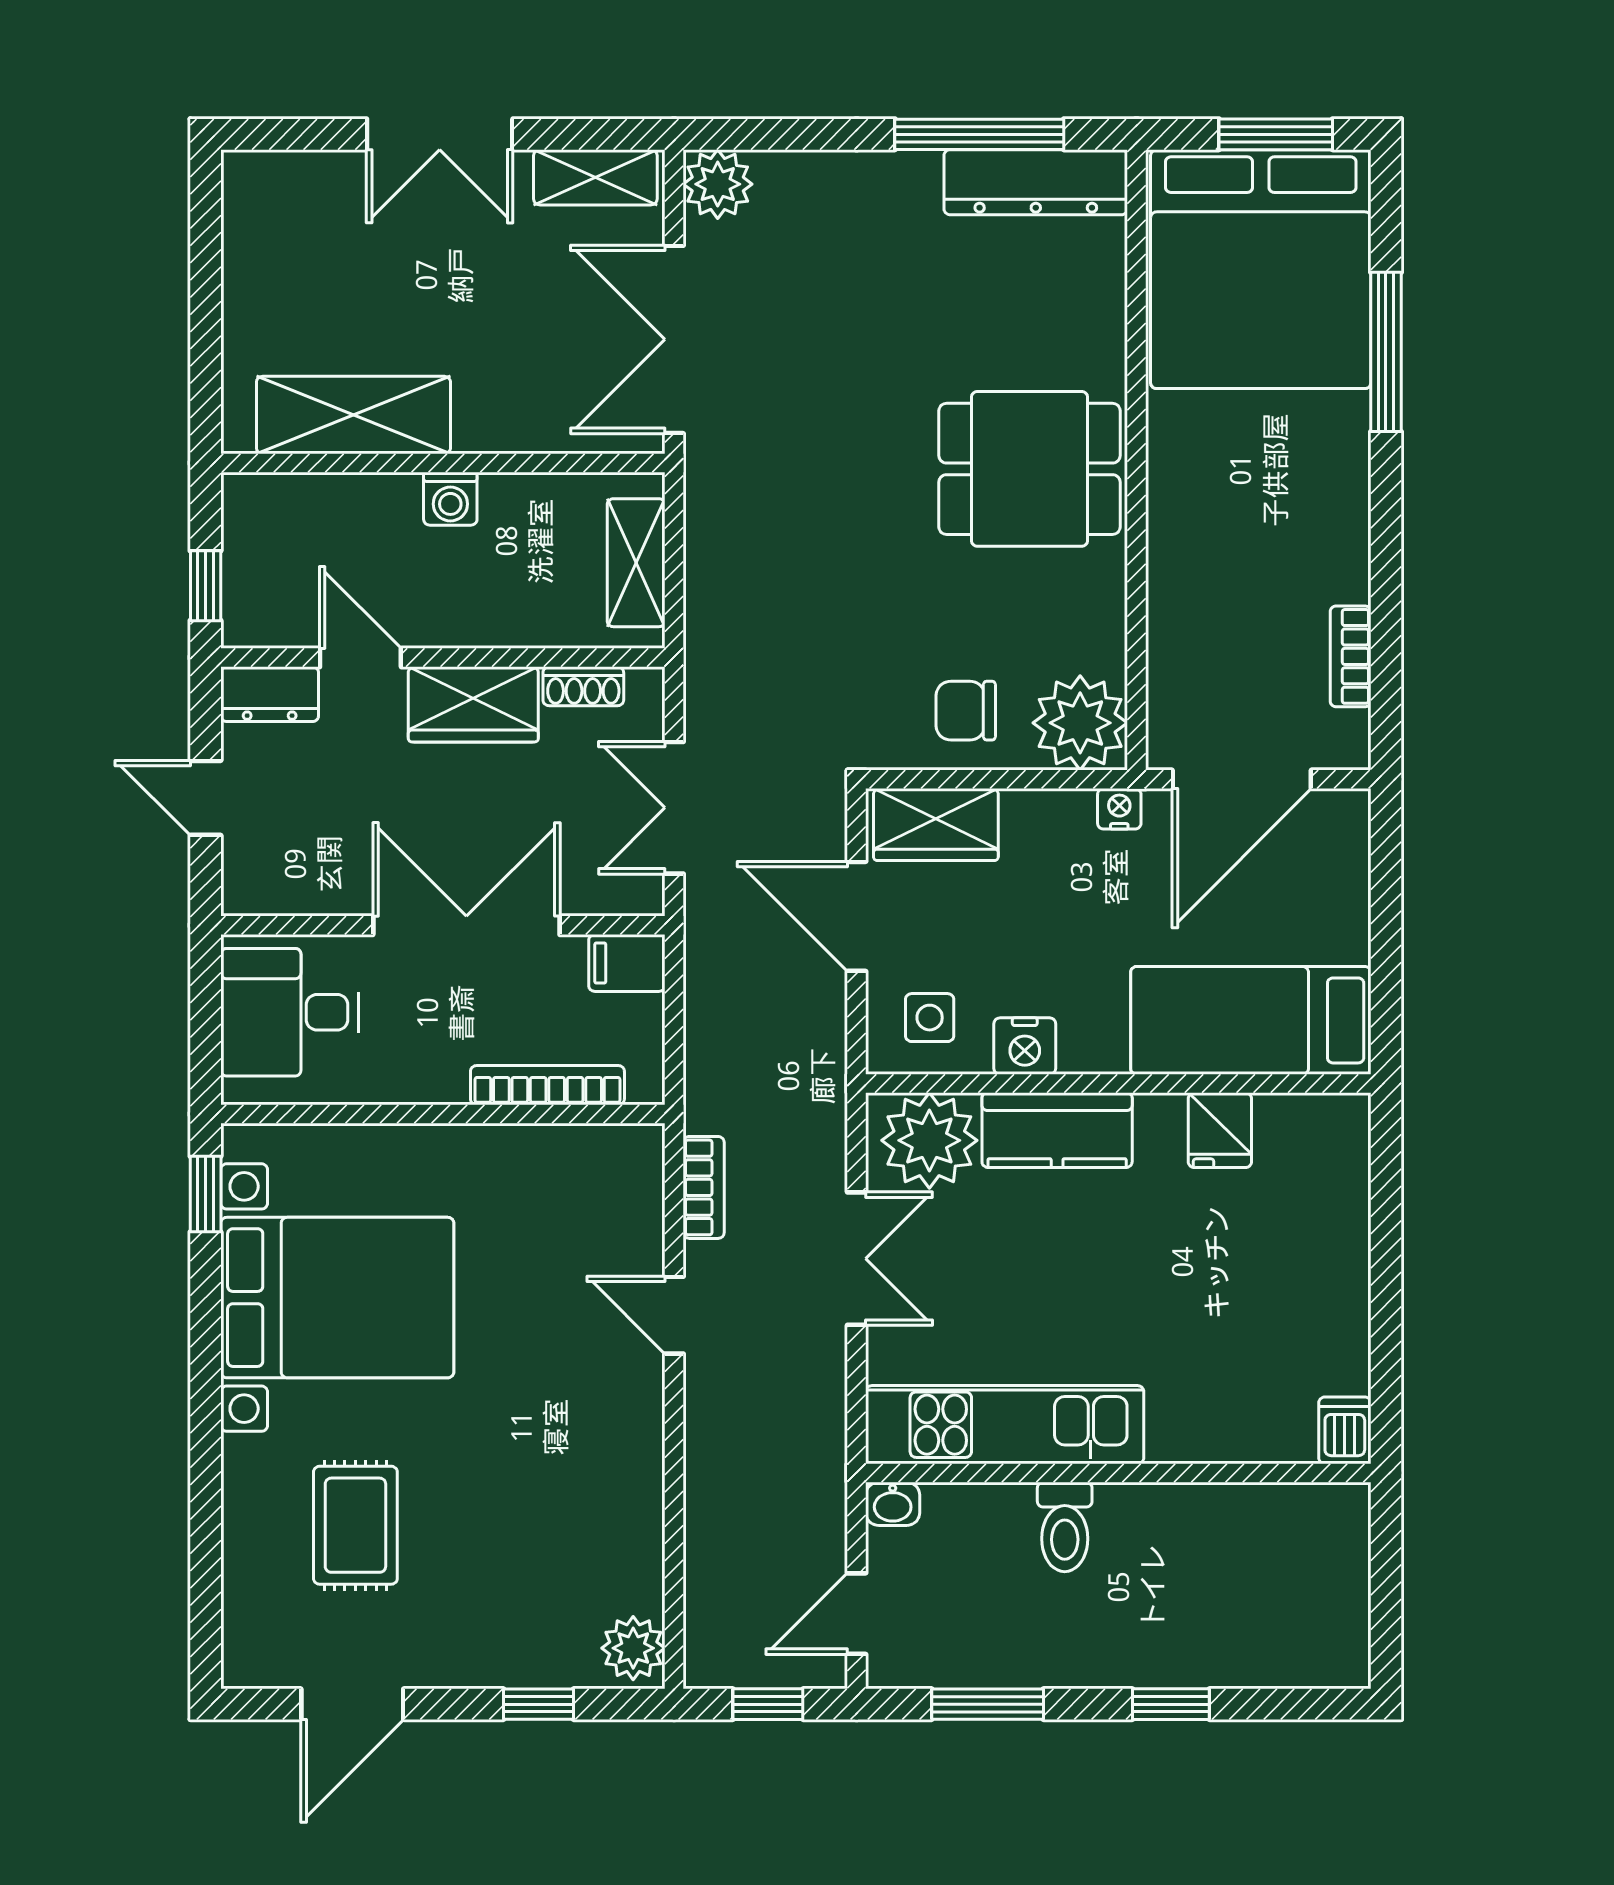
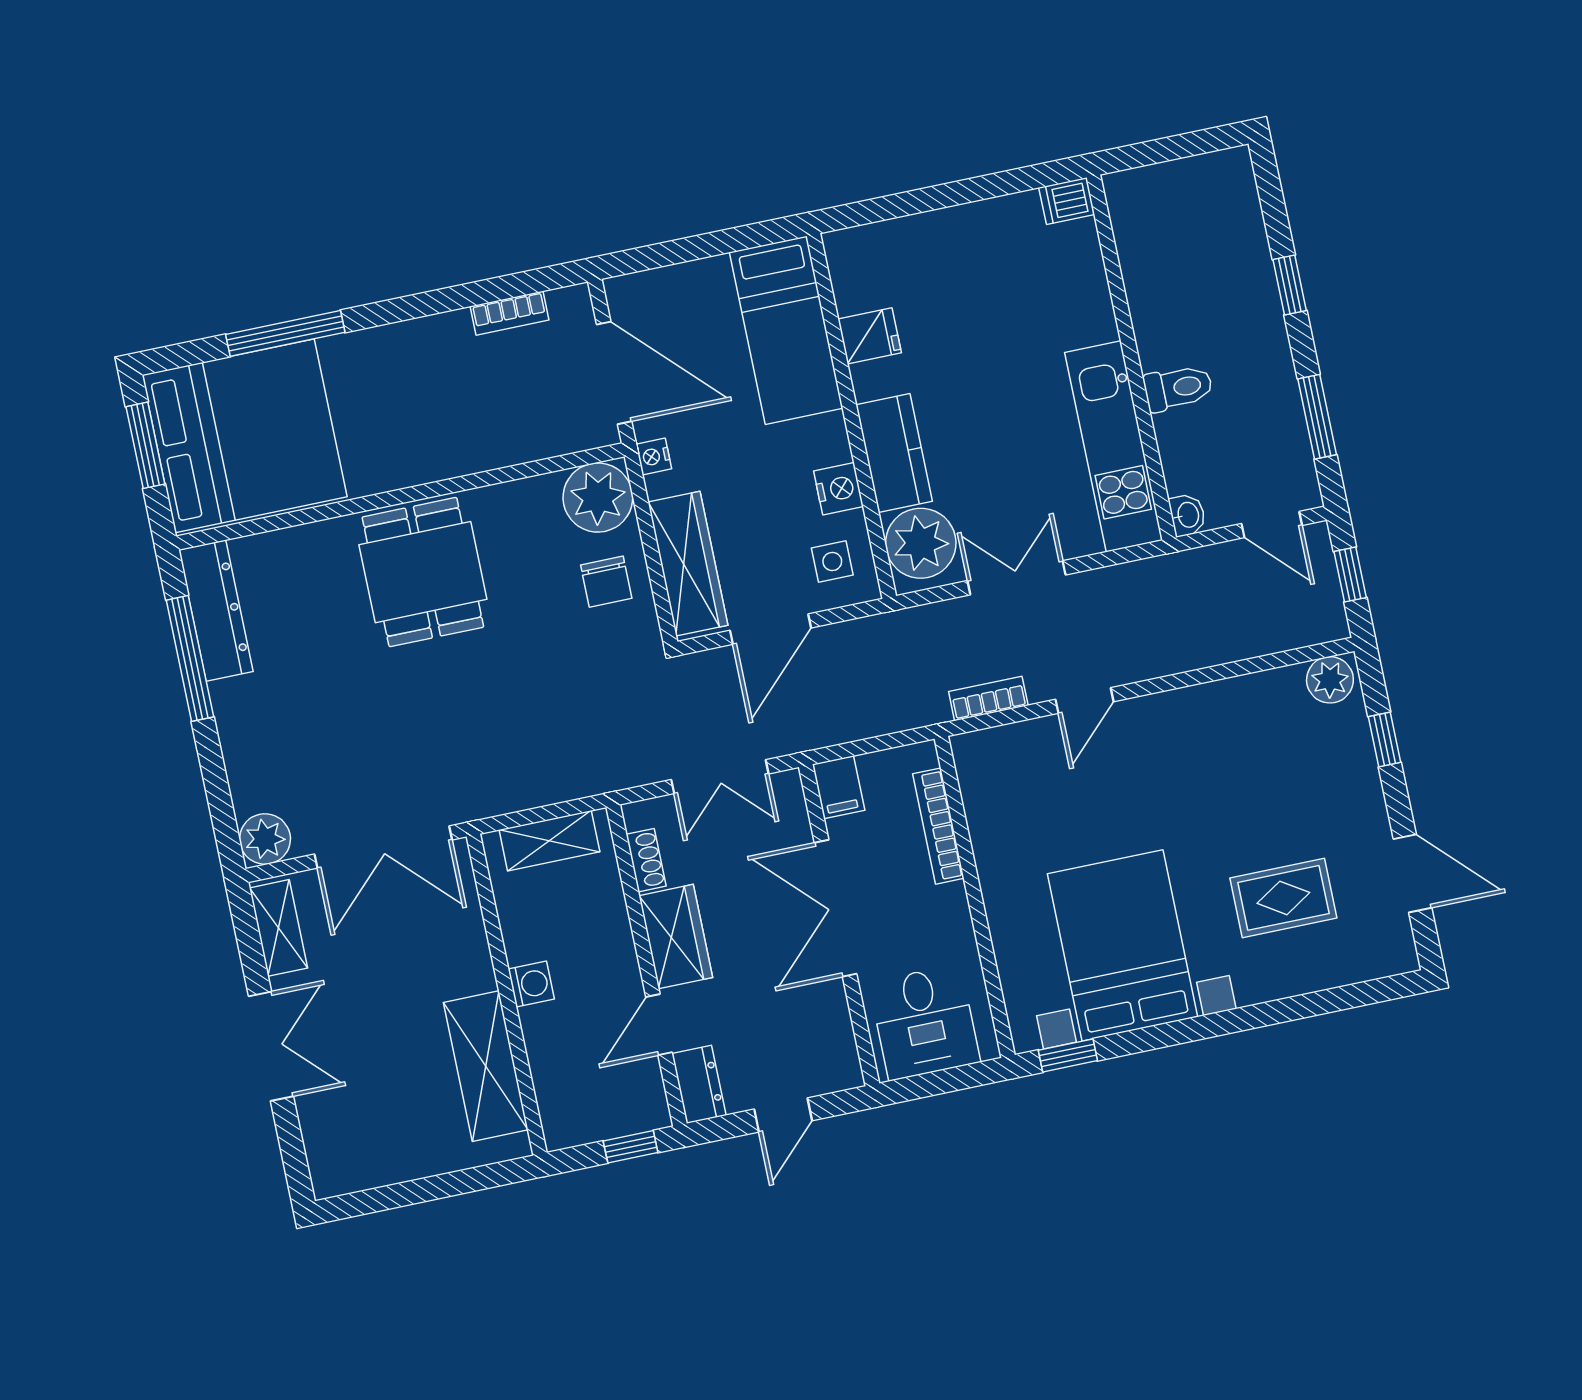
wardrobe: (936, 825) -> (688, 564), width x1.50

